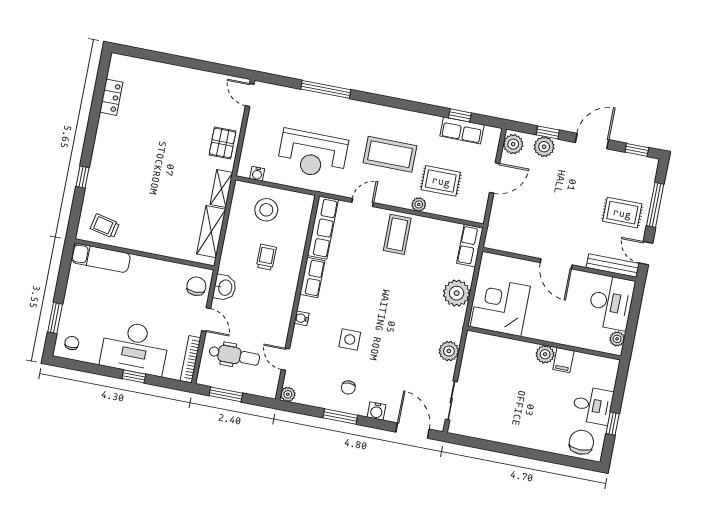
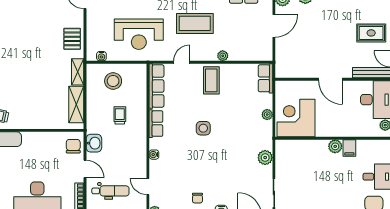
rug: (441, 181) -> (235, 36), removed
plant: (457, 293) -> (267, 115), width x0.53, depth x0.53
side table: (350, 339) -> (203, 128), moved

